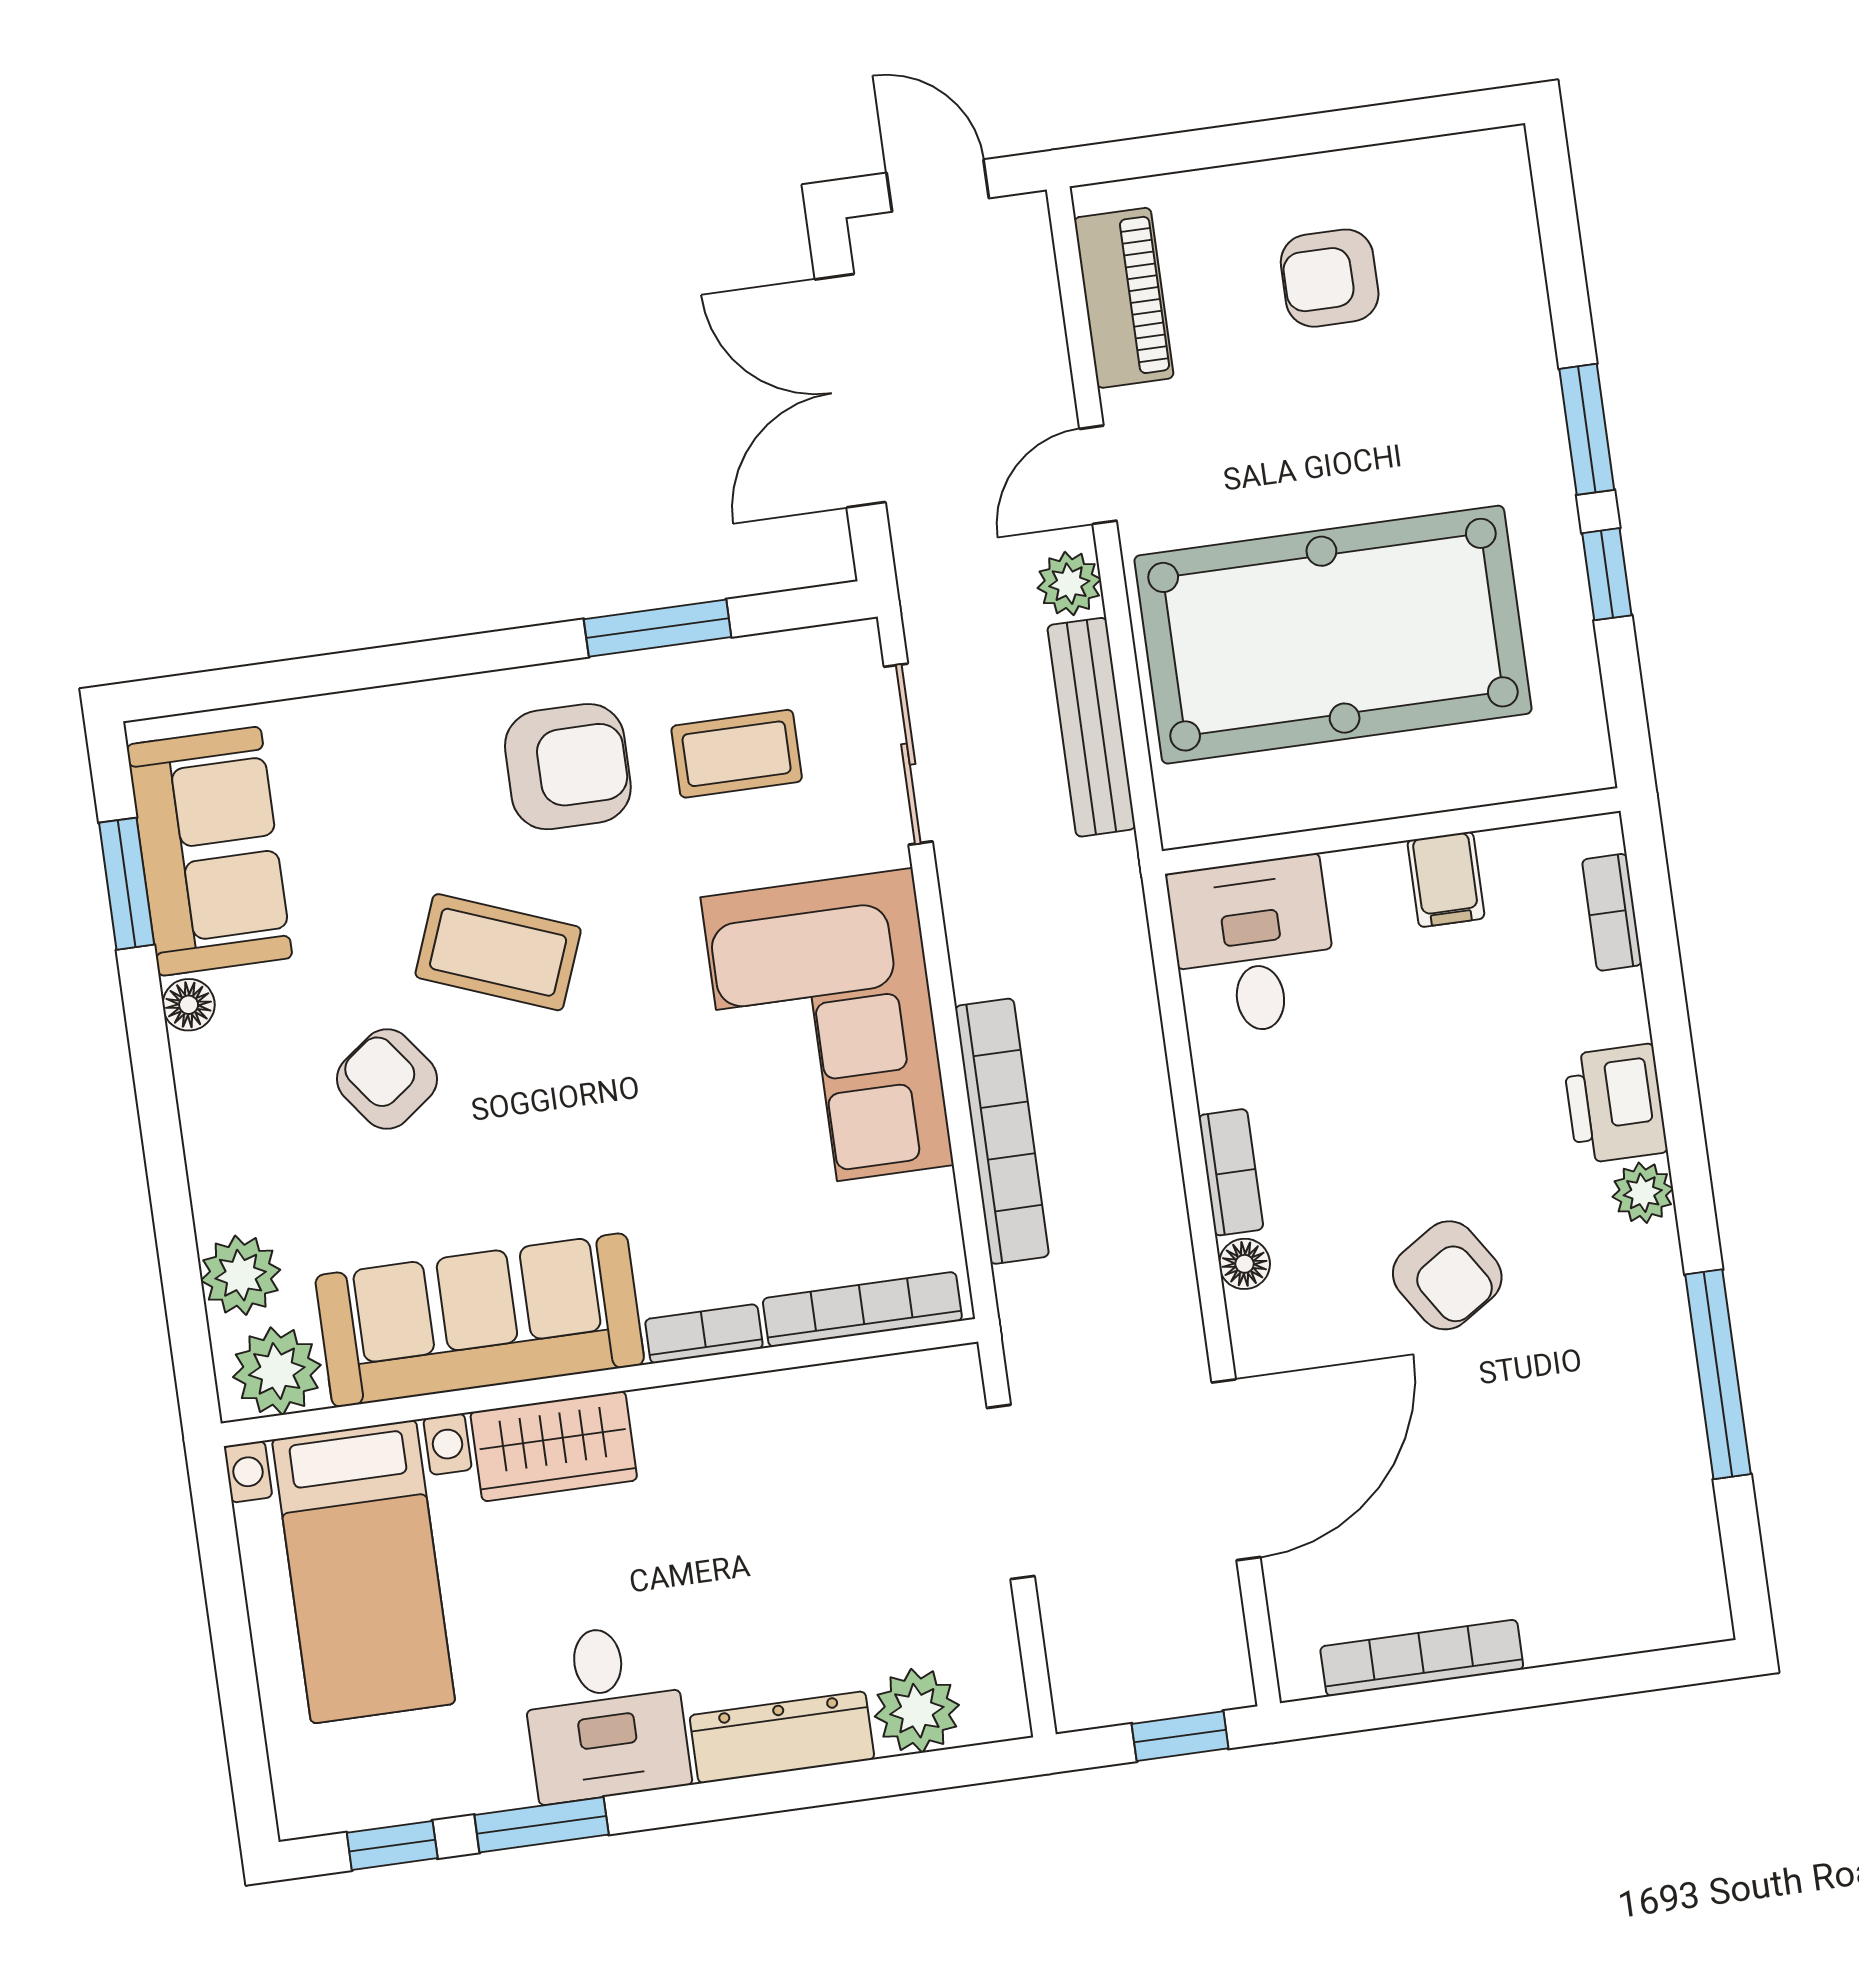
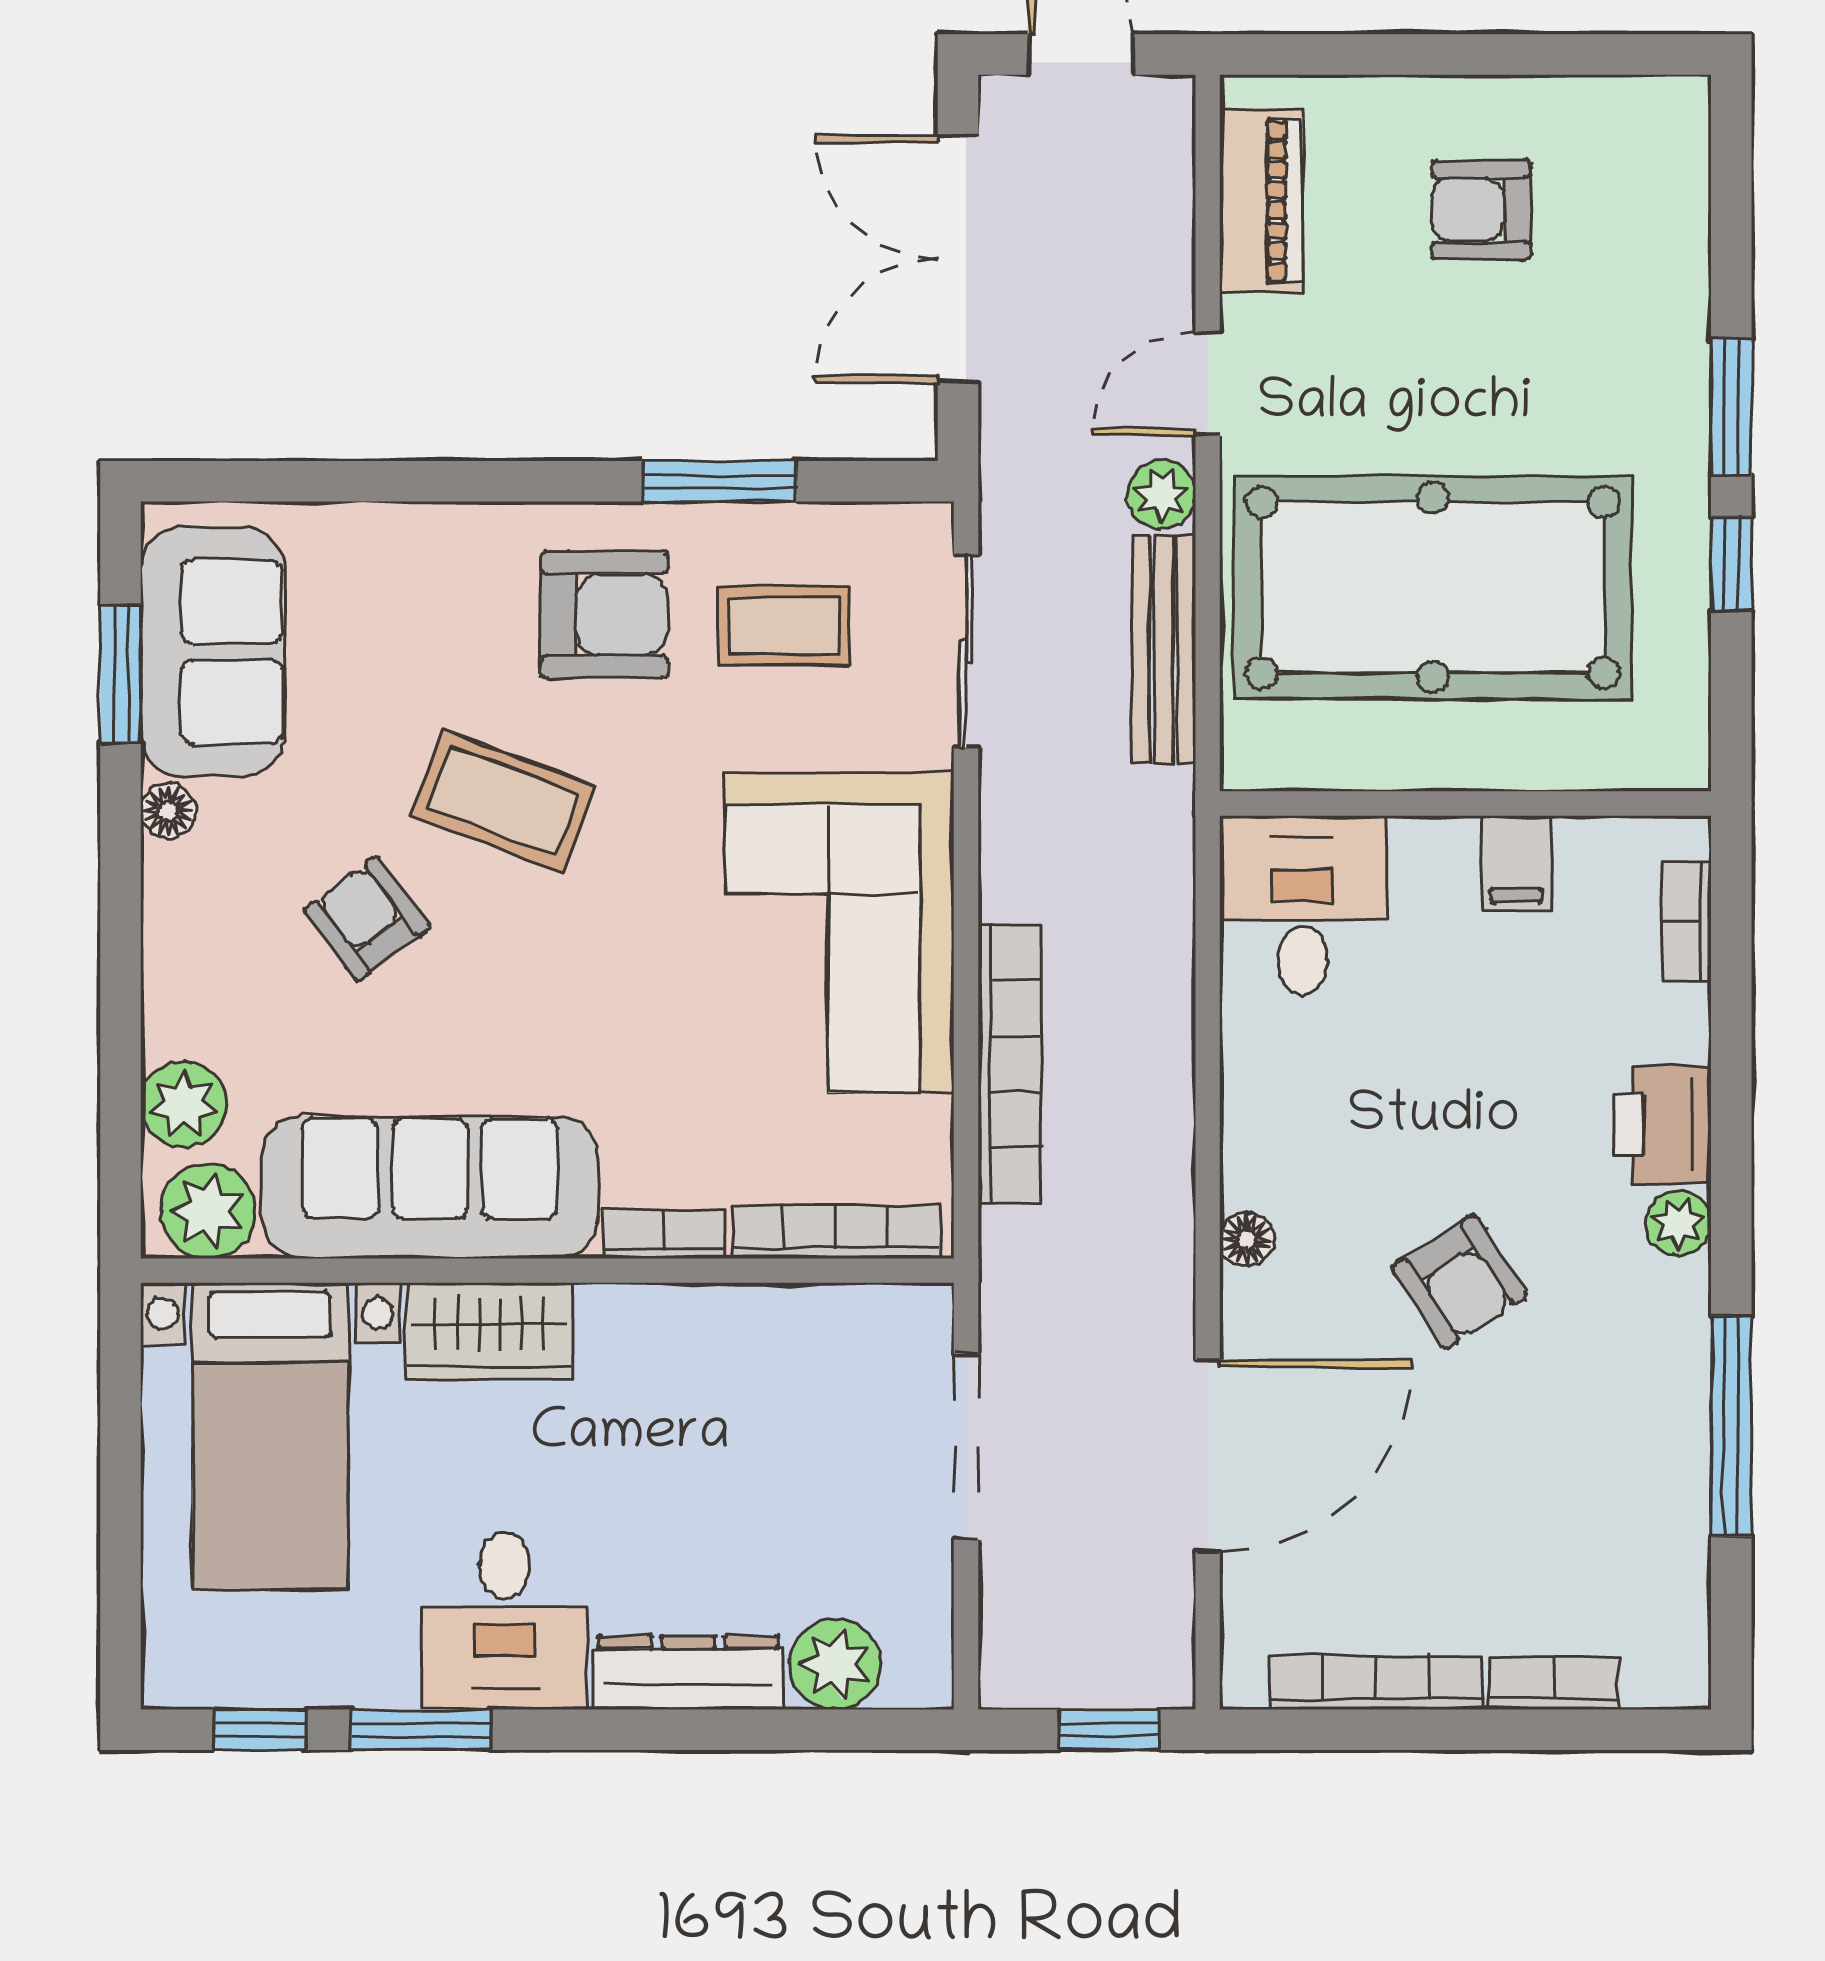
bookcase: (1231, 1172) -> (1554, 1683), moved, turned -90

